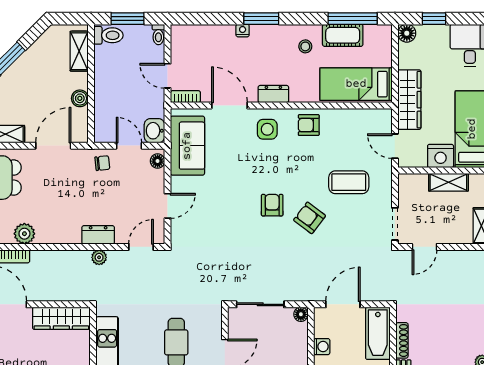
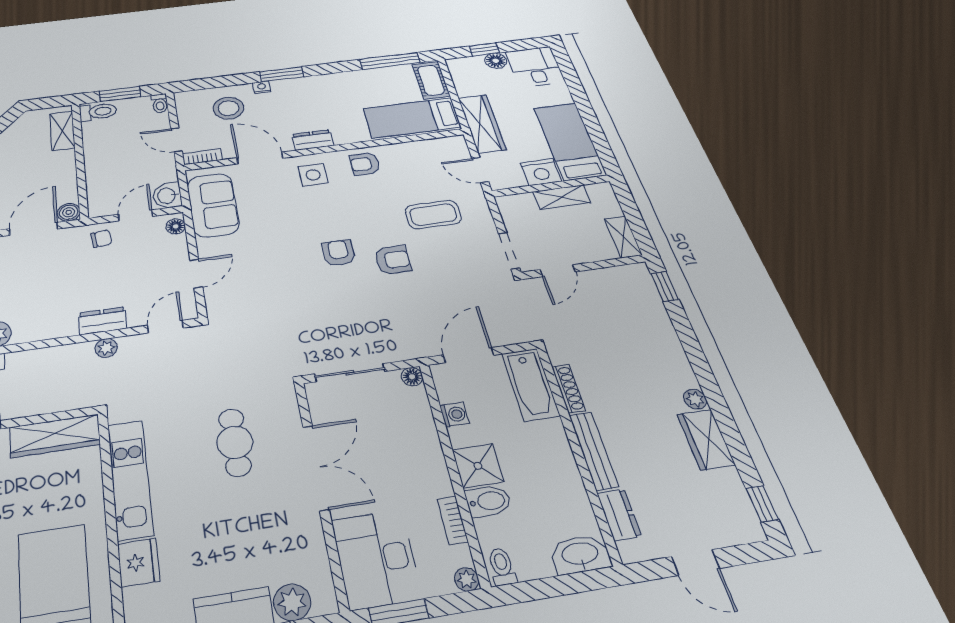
floor lamp: (407, 33) -> (496, 61), moved
cot: (343, 35) -> (431, 80), moved, turned 90
stool: (305, 46) -> (229, 108), moved, width x1.89, depth x1.89
boiler: (80, 98) -> (69, 212), moved
door: (129, 146) -> (135, 215), hinge flipped
armchair: (310, 218) -> (393, 260), turned 143

